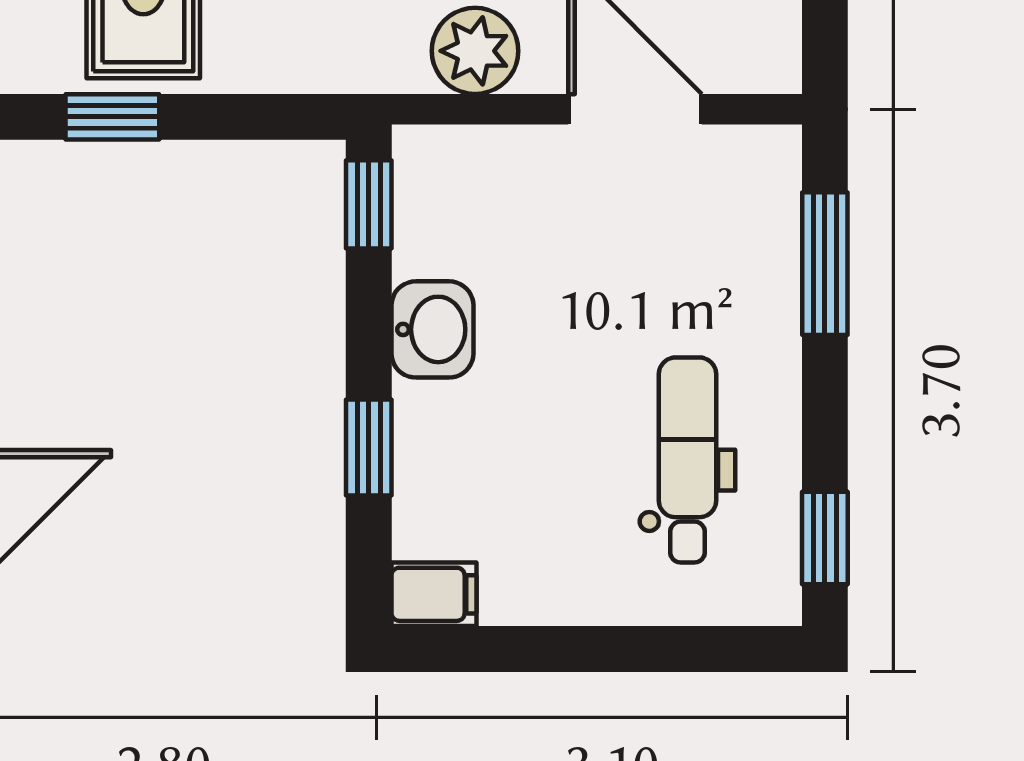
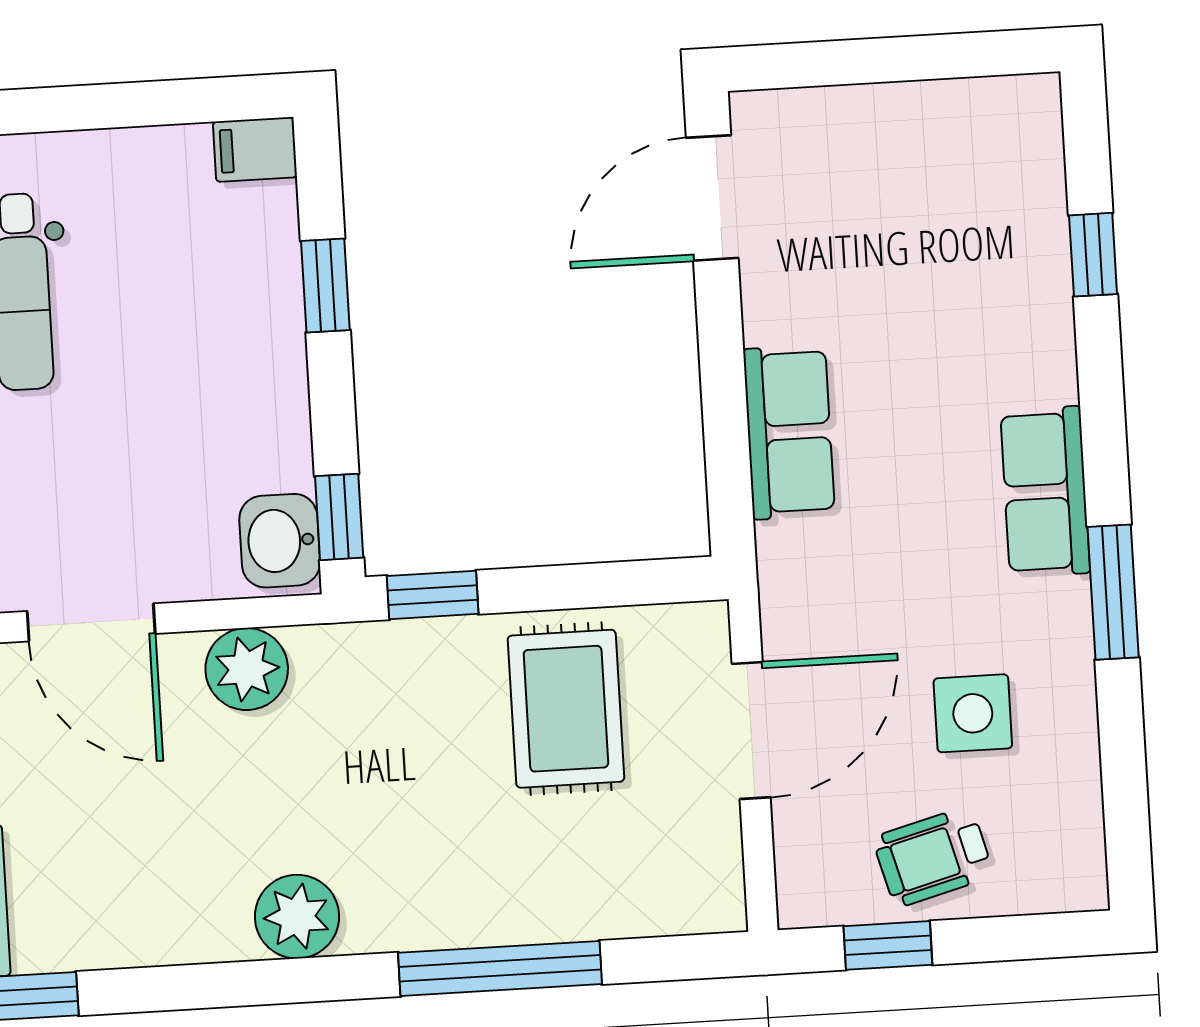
window: (112, 117) -> (433, 595), moved
washbasin: (432, 329) -> (280, 541), moved

